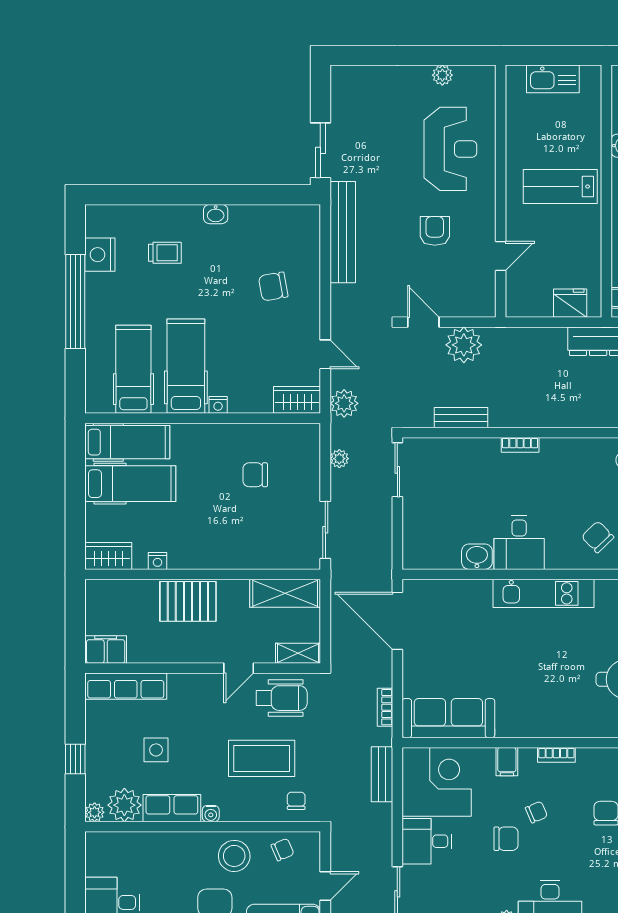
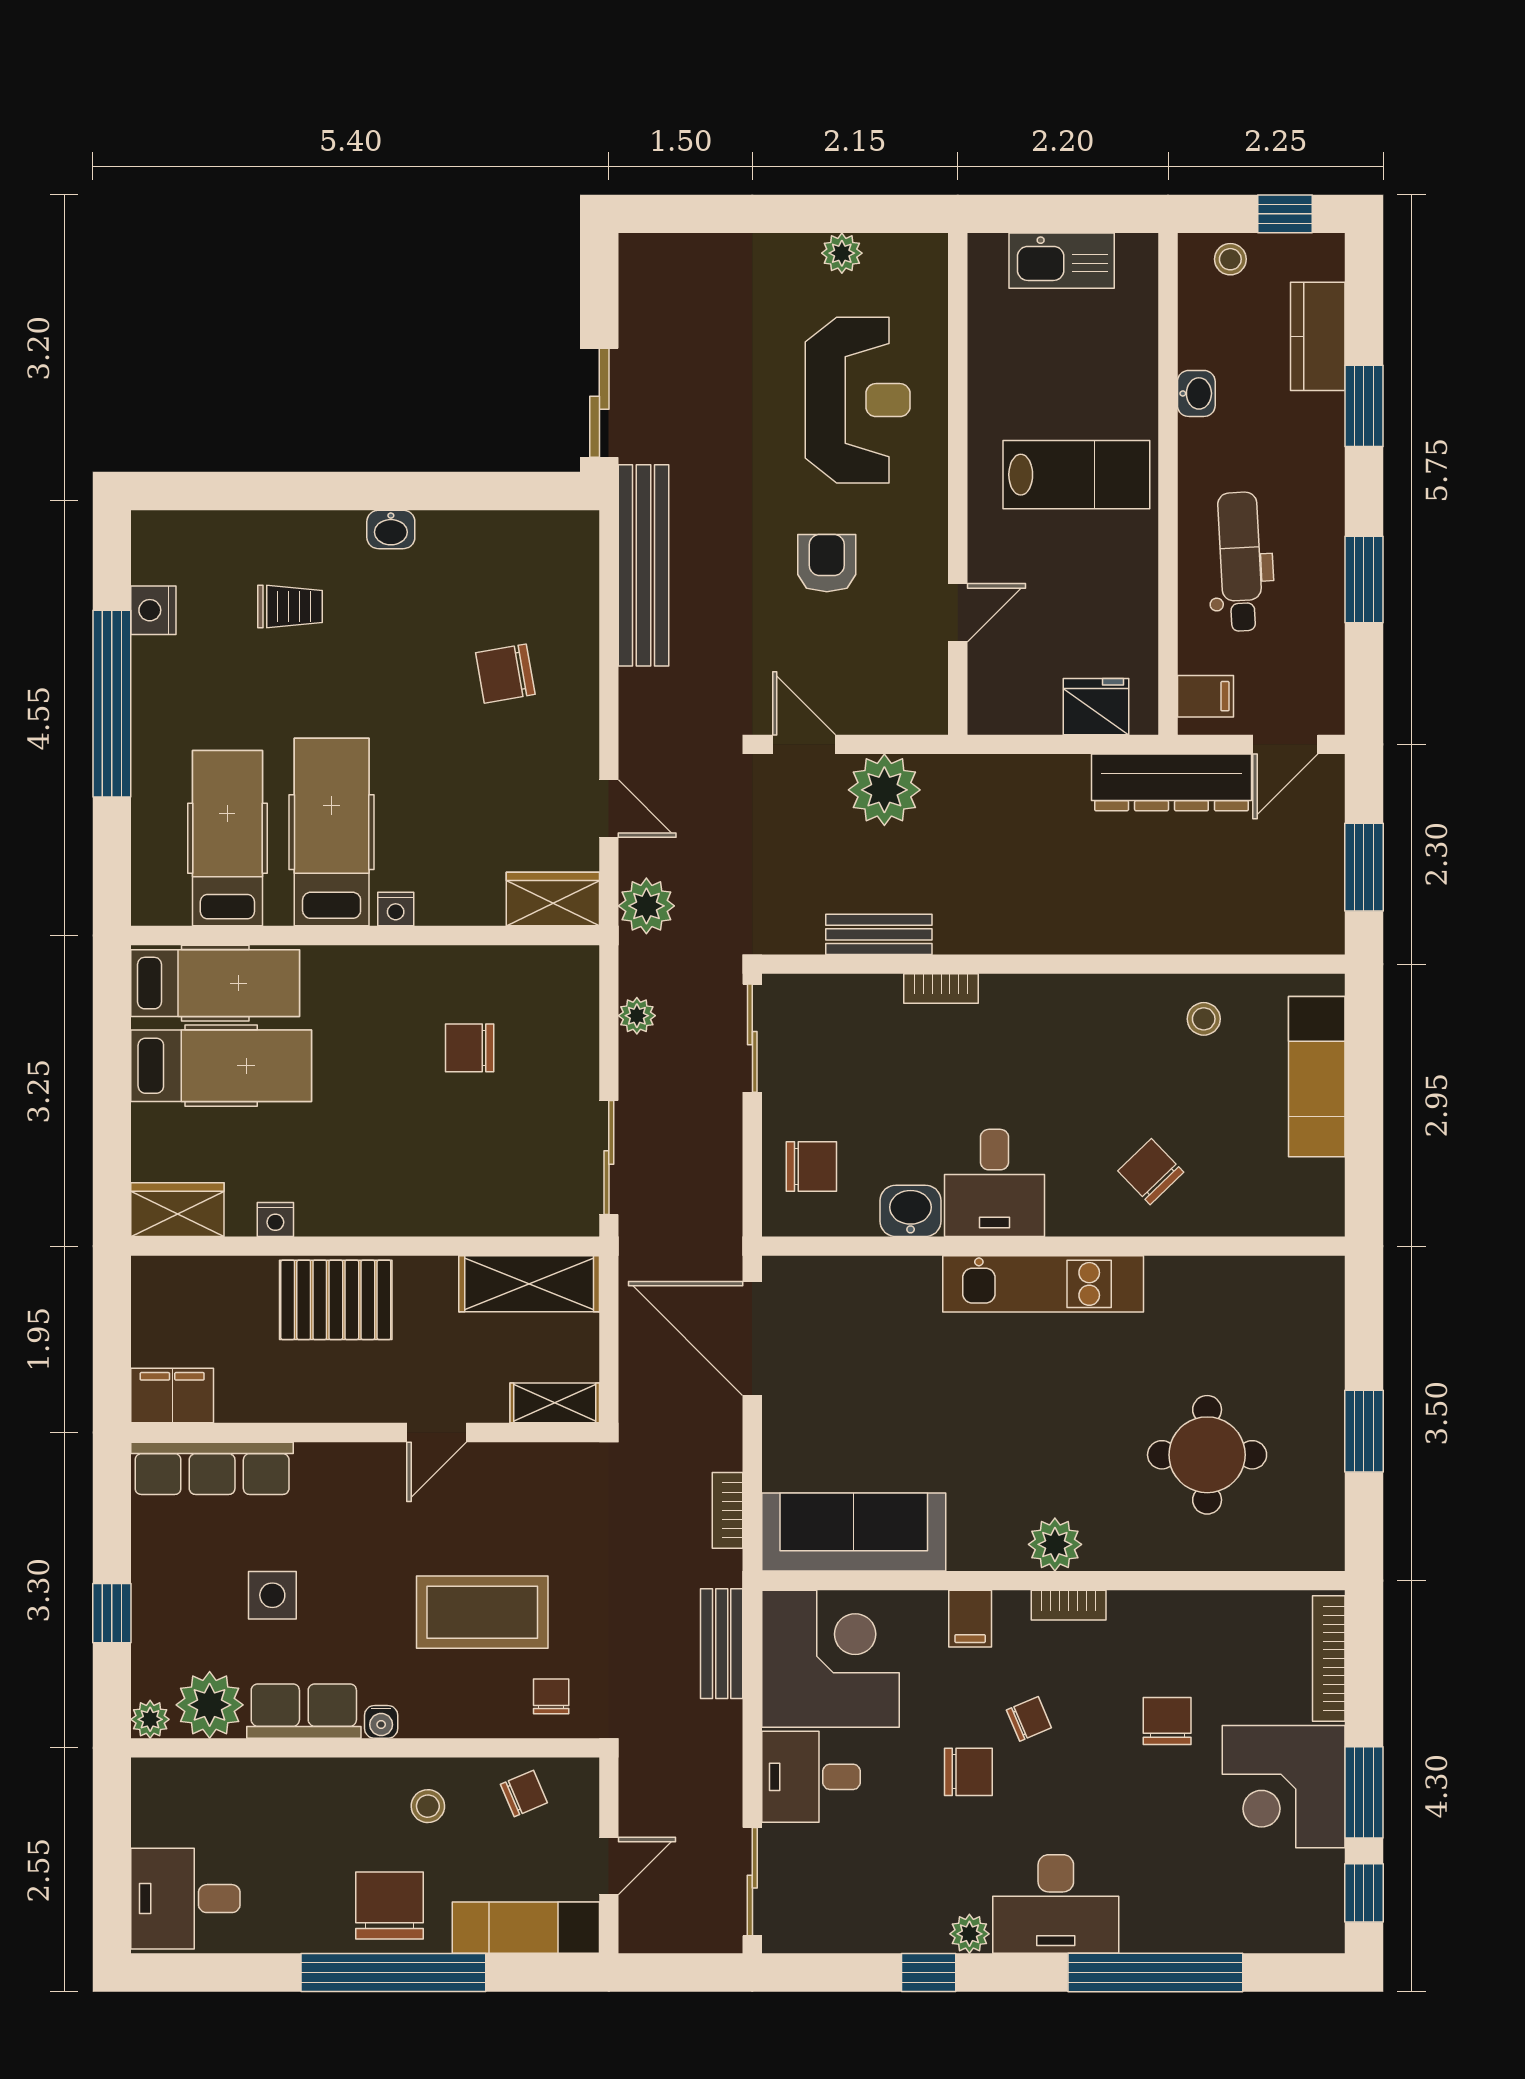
lab bench: (560, 186) -> (1076, 475), turned 180
nightstand: (100, 255) -> (153, 610), width x0.74, depth x0.75
bookcase: (520, 445) -> (941, 989), moved
chair: (427, 534) -> (811, 1166), added
wheelchair: (282, 698) -> (522, 1492), removed
plant: (550, 724) -> (1055, 1544), added
stool: (234, 856) -> (428, 1806), width x0.53, depth x0.53

